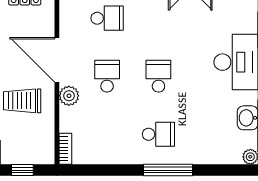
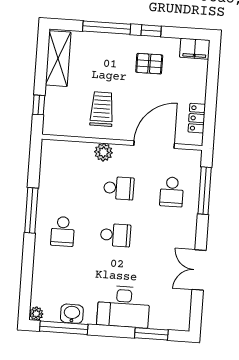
door: (57, 60) -> (154, 145), moved
bookcase: (65, 149) -> (55, 145), removed
window: (168, 170) -> (31, 210), moved

